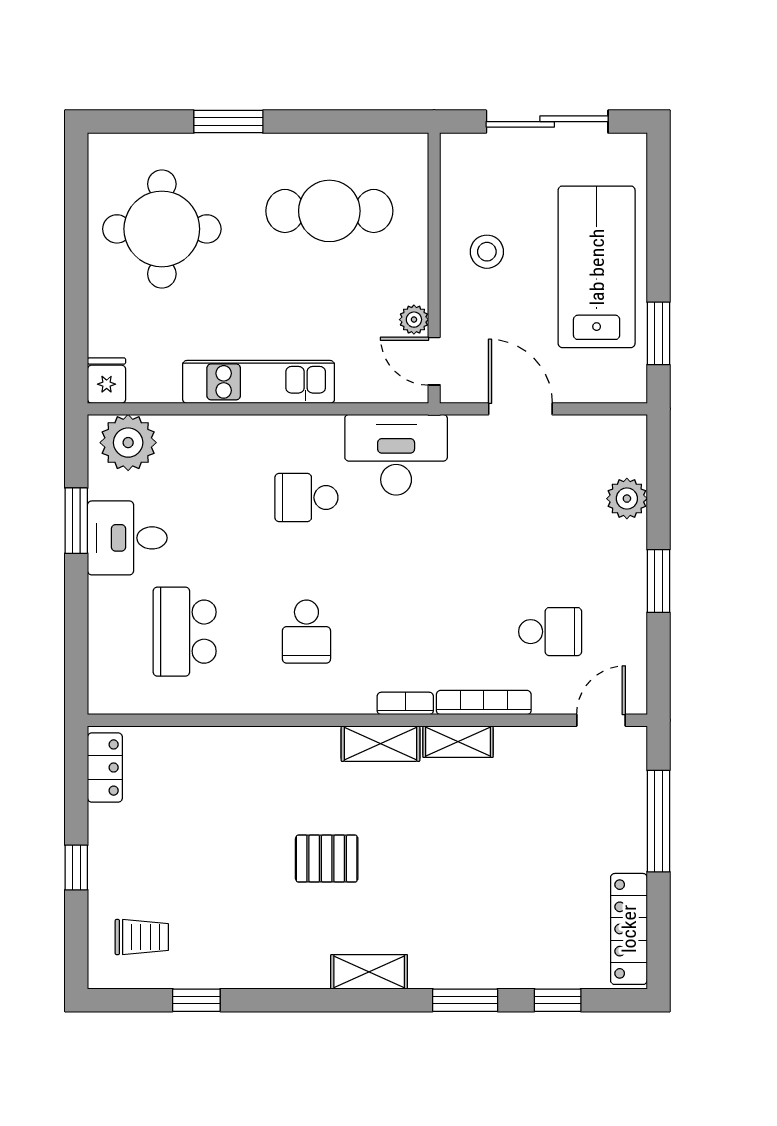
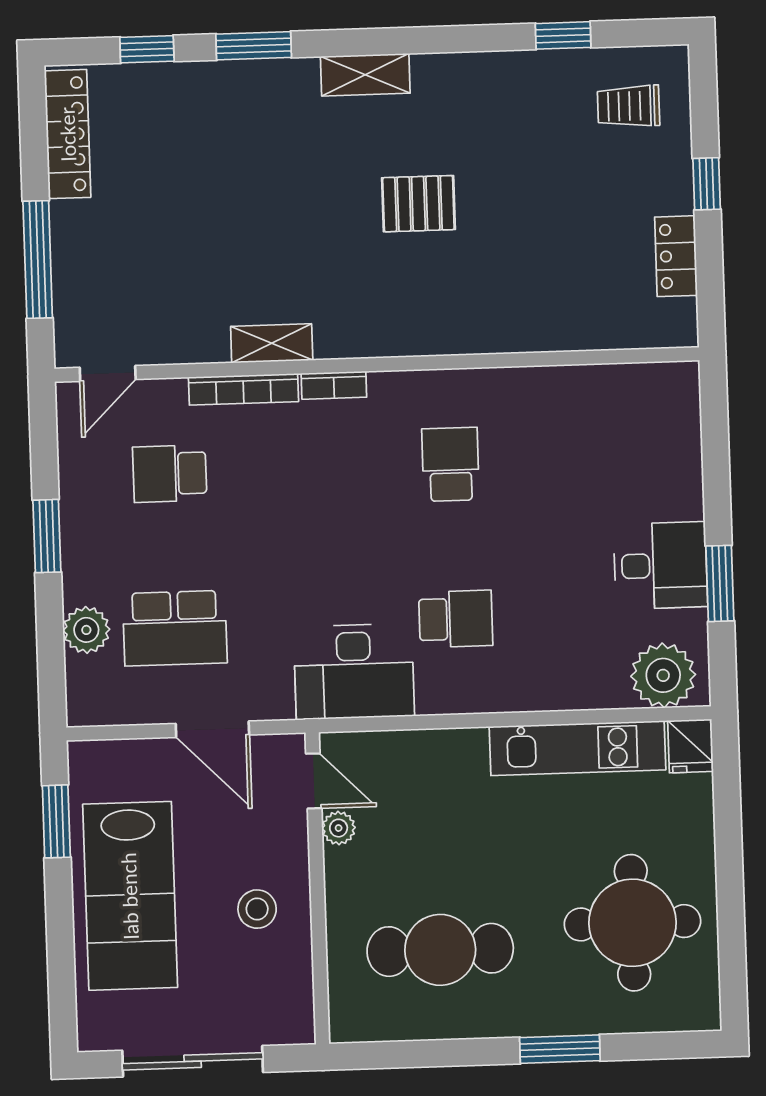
kitchen unit: (259, 382) -> (578, 748), moved
school desk: (185, 632) -> (175, 628), moved, turned 90
shelving: (380, 744) -> (361, 338), removed
locker: (105, 768) -> (676, 256), moved

